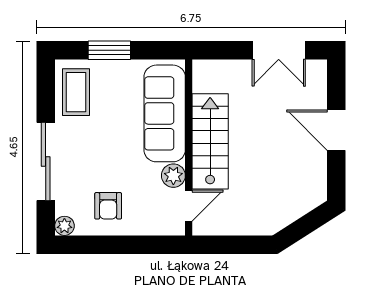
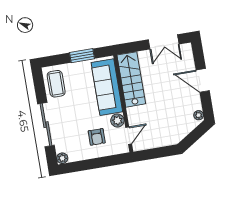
window: (109, 50) -> (82, 56), moved
stairs: (210, 141) -> (131, 79), moved
plant: (319, 191) -> (199, 115), added
armchair: (108, 206) -> (97, 137), moved

